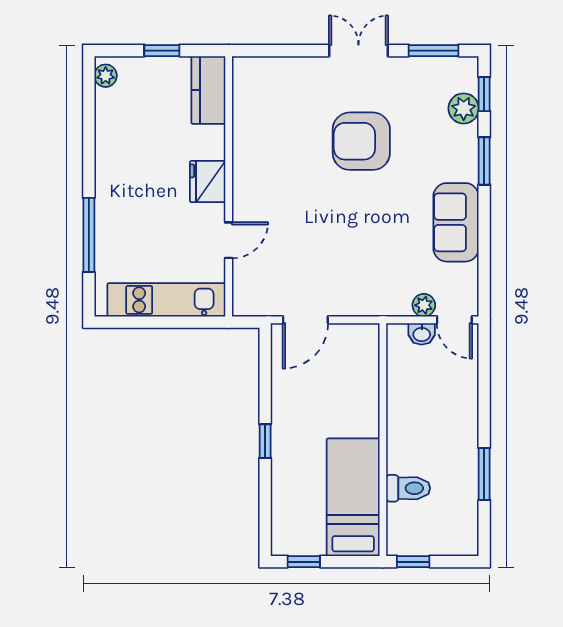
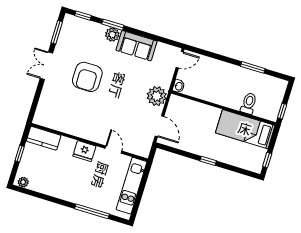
plant: (464, 108) -> (112, 35), moved
plant: (424, 305) -> (157, 96), moved, width x1.88, depth x1.88
washbasin: (422, 334) -> (179, 86), moved

